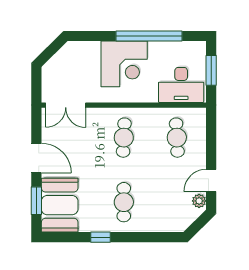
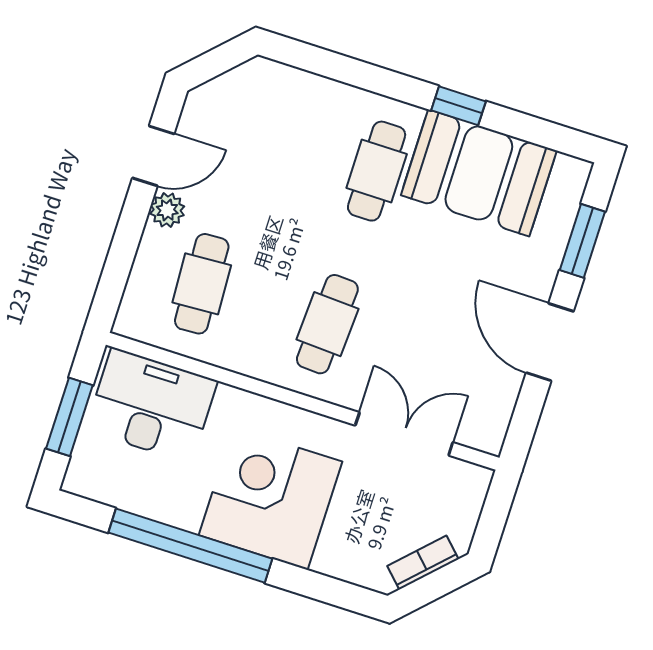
bookcase: (58, 58) -> (423, 563), added
double door: (66, 105) -> (404, 434), moved
plant: (199, 201) -> (167, 210), moved
booth: (60, 205) -> (479, 173), moved, turned 90

